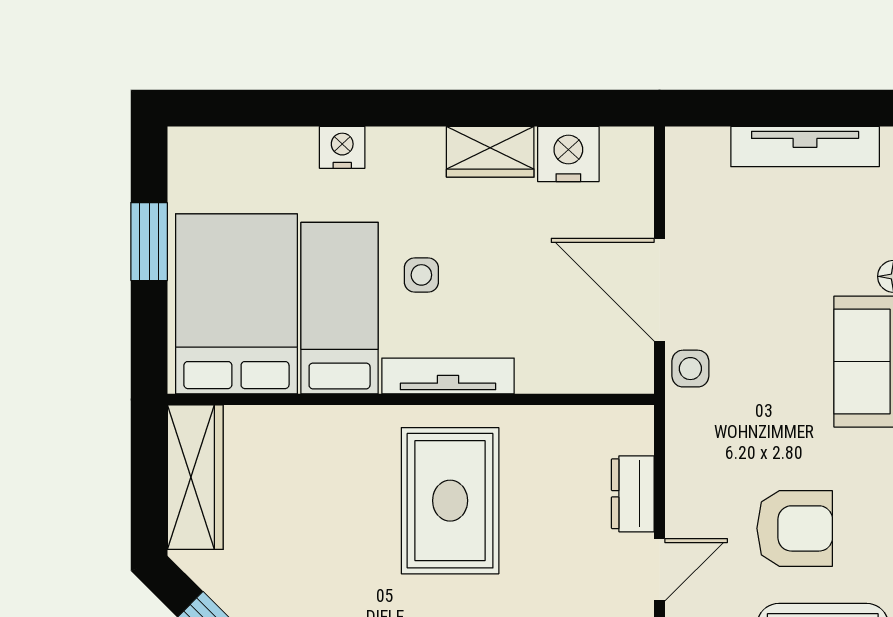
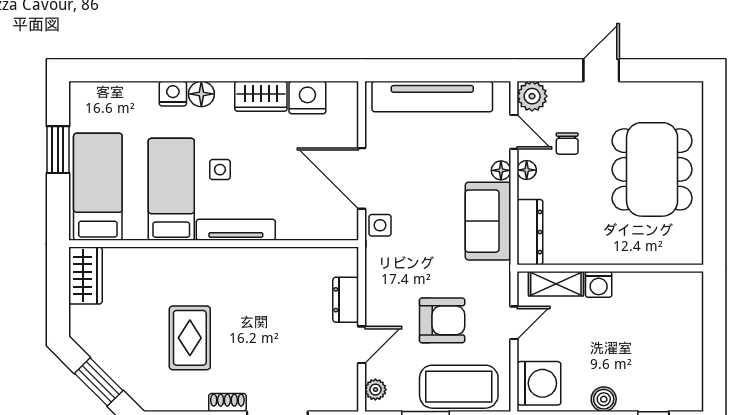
tv unit: (805, 147) -> (432, 97), width x1.36, depth x1.29
floor lamp: (390, 148) -> (201, 94), added
bed: (236, 304) -> (98, 187), width x0.67
wardrobe: (195, 477) -> (85, 276), width x0.67
rug: (450, 501) -> (190, 338), moved, width x0.73, depth x0.70

